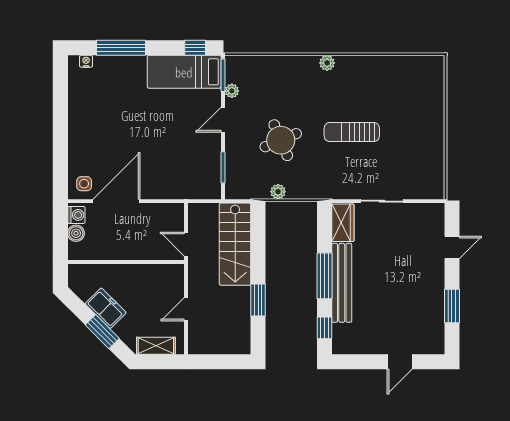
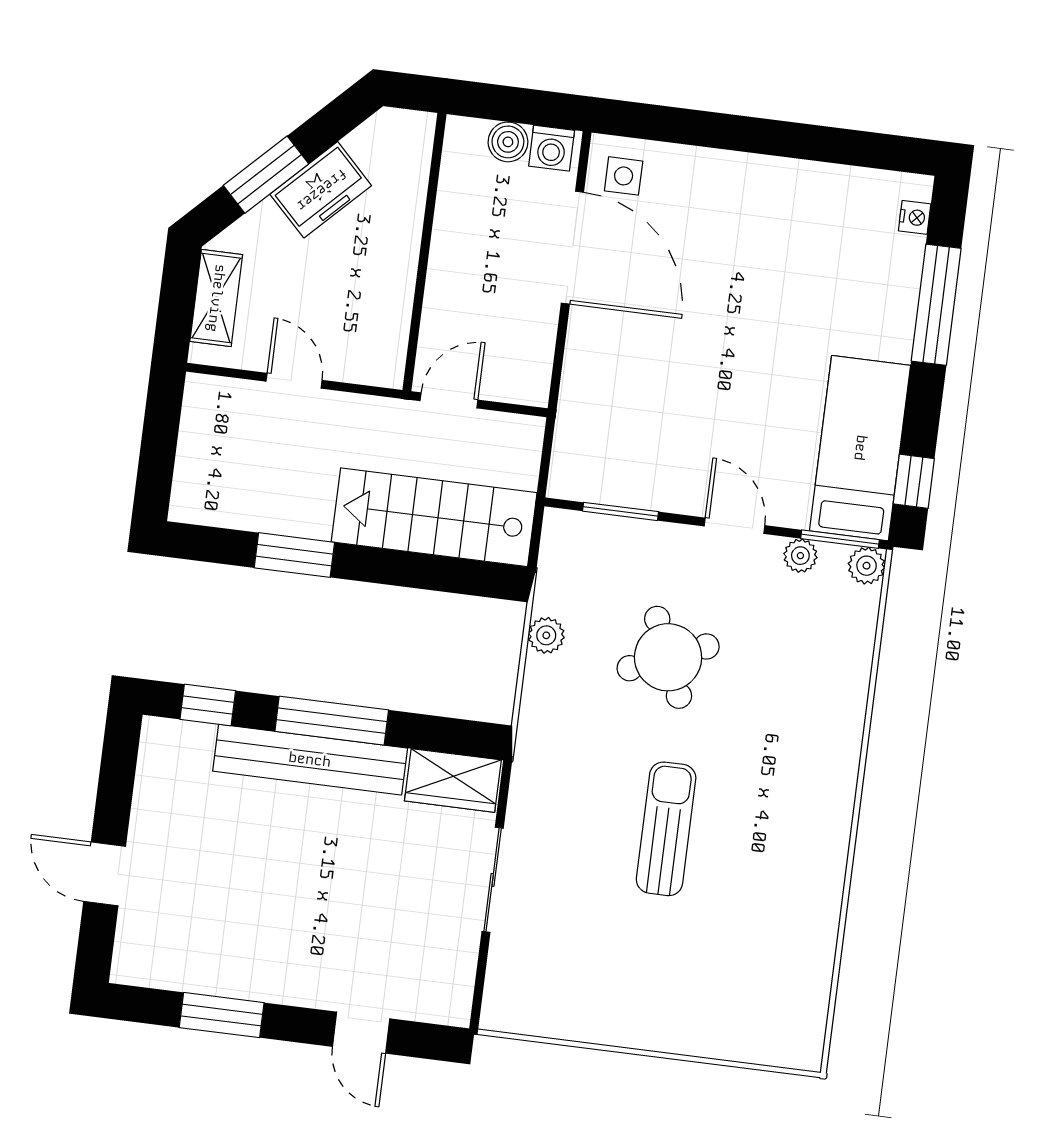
plant: (327, 63) -> (867, 566), moved

